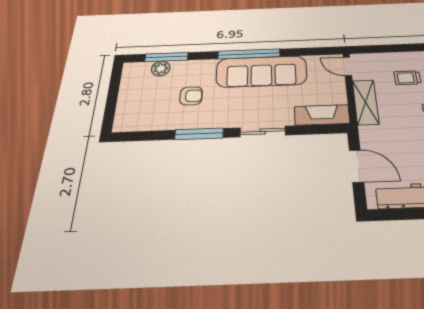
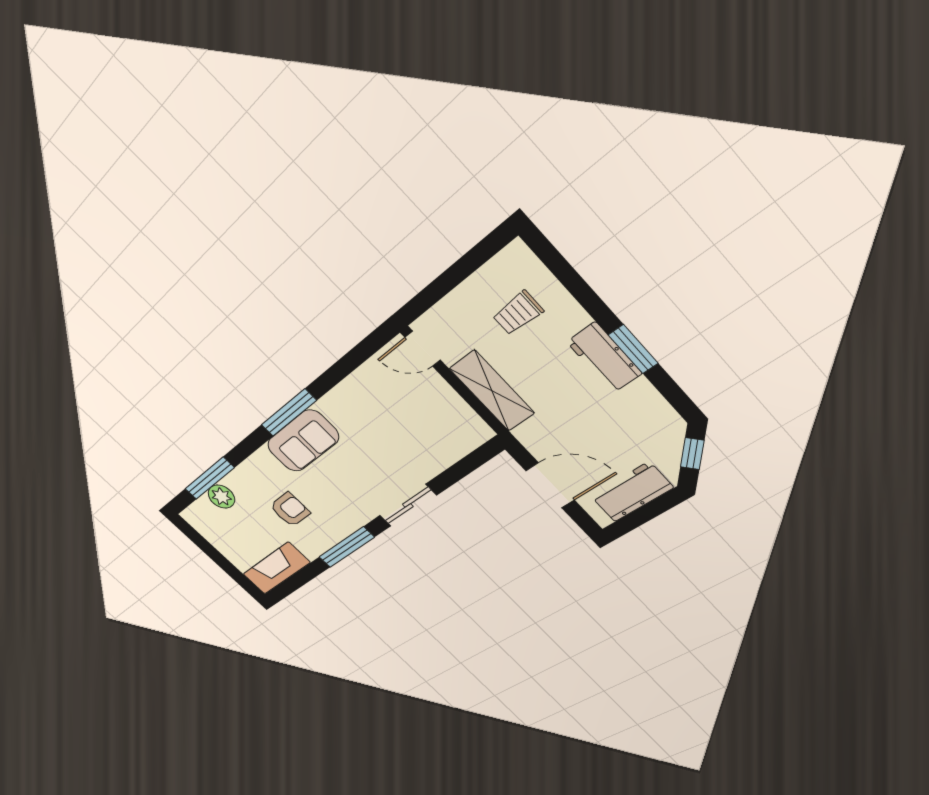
window: (249, 54) -> (289, 413), width x0.68
sofa: (261, 71) -> (303, 441), width x0.54, depth x0.79
fireplace: (322, 115) -> (276, 568), moved

